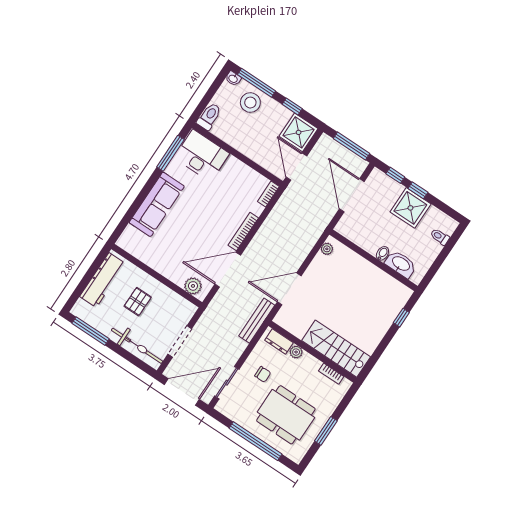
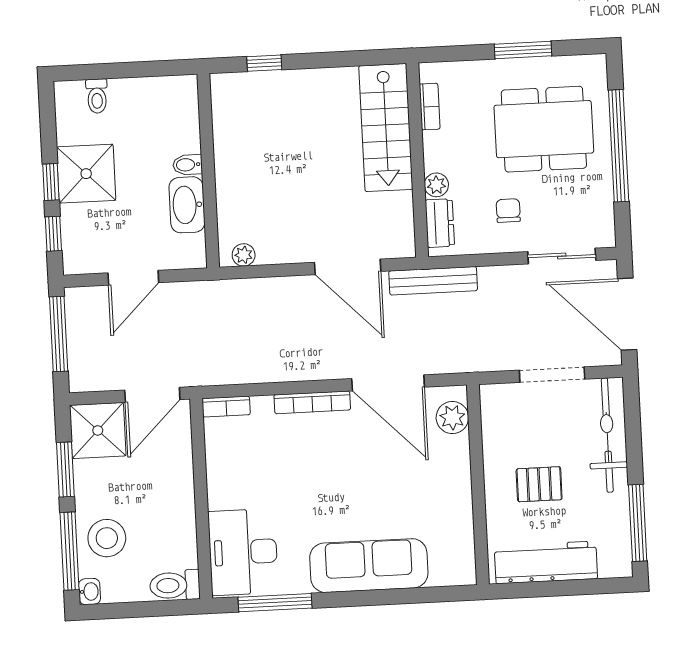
window: (292, 107) -> (65, 470), width x1.50
door: (352, 195) -> (133, 278), width x0.73
washbasin: (401, 264) -> (187, 205), moved
dining table: (286, 415) -> (544, 129), turned 90

